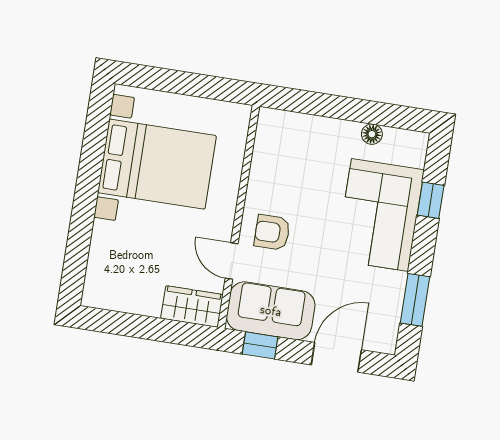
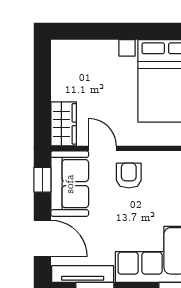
door: (232, 261) -> (102, 148), hinge flipped
tv unit: (391, 312) -> (83, 274), added

